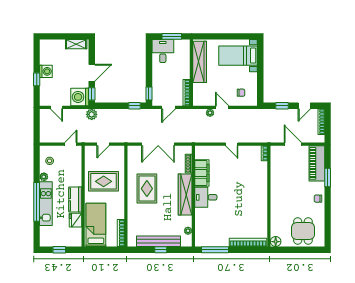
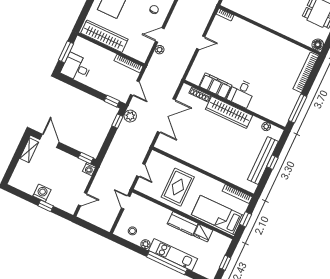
door: (92, 73) -> (49, 141), moved
washing machine: (80, 97) -> (89, 169), width x0.53, depth x0.53
plant: (92, 114) -> (130, 116), moved
rug: (147, 189) -> (205, 147), removed
window: (103, 250) -> (245, 219), added

